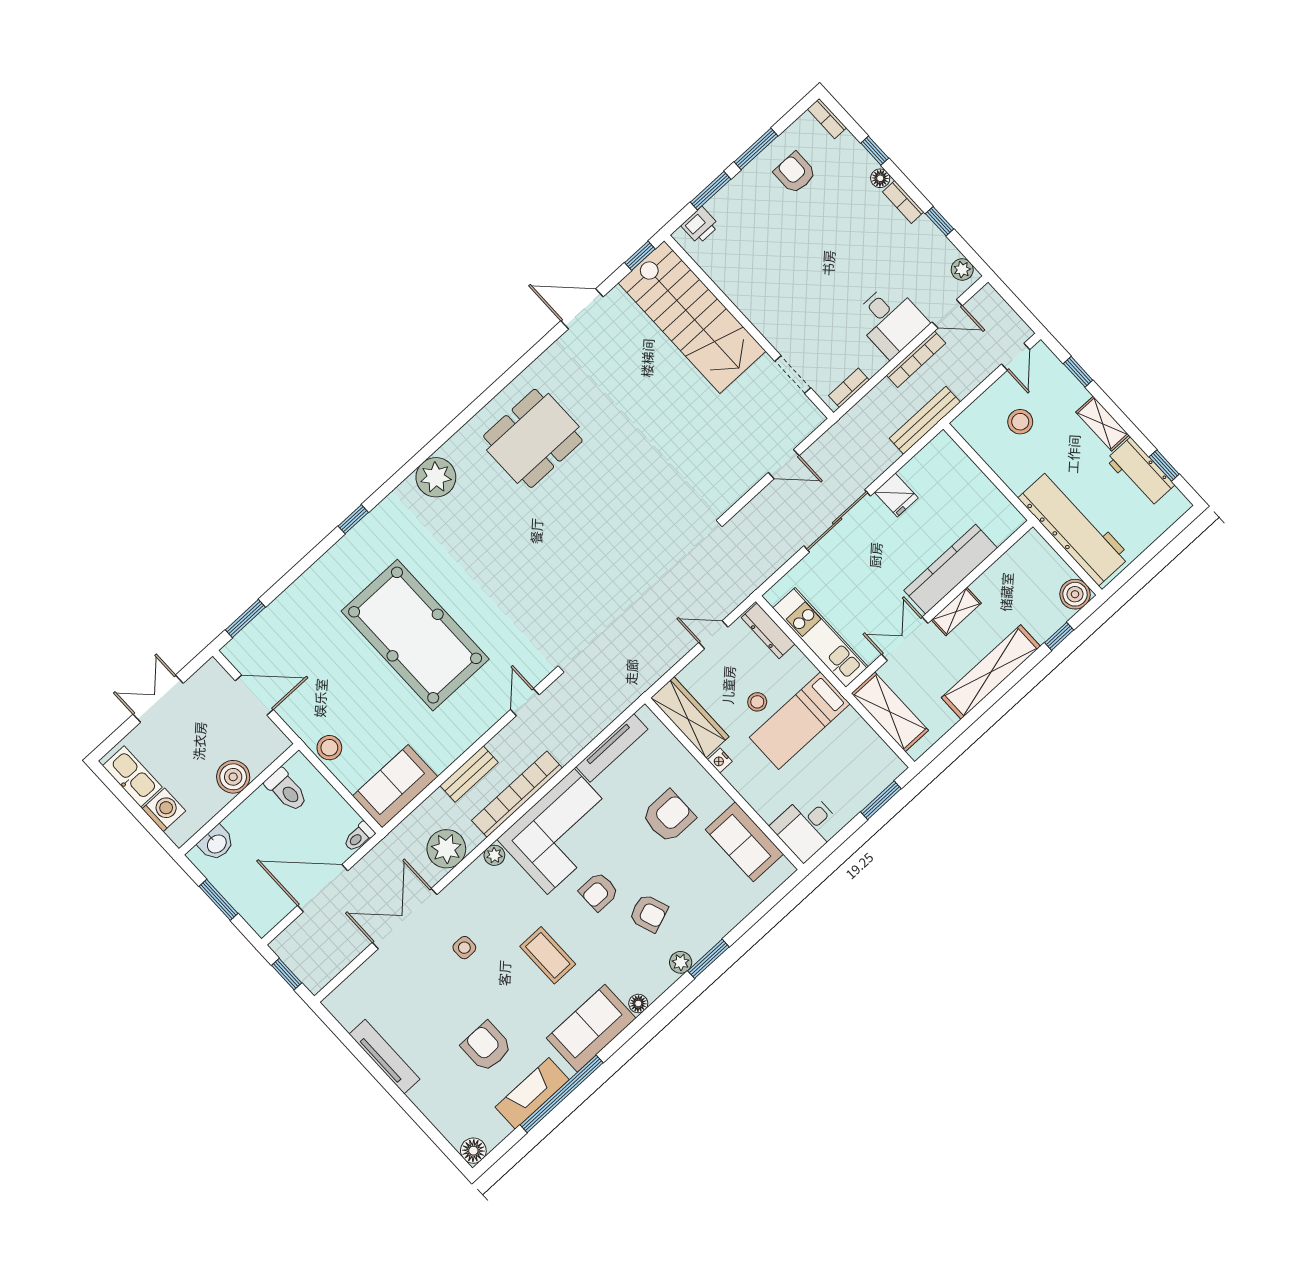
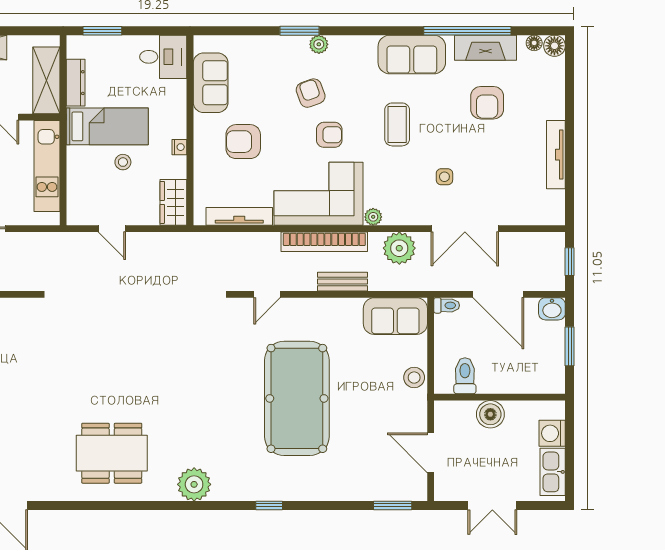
dresser: (768, 631) -> (76, 83), moved
wardrobe: (690, 717) -> (173, 202), width x0.67
washbasin: (216, 843) -> (552, 309), moved, turned 180
floor lamp: (638, 1004) -> (534, 43), moved

